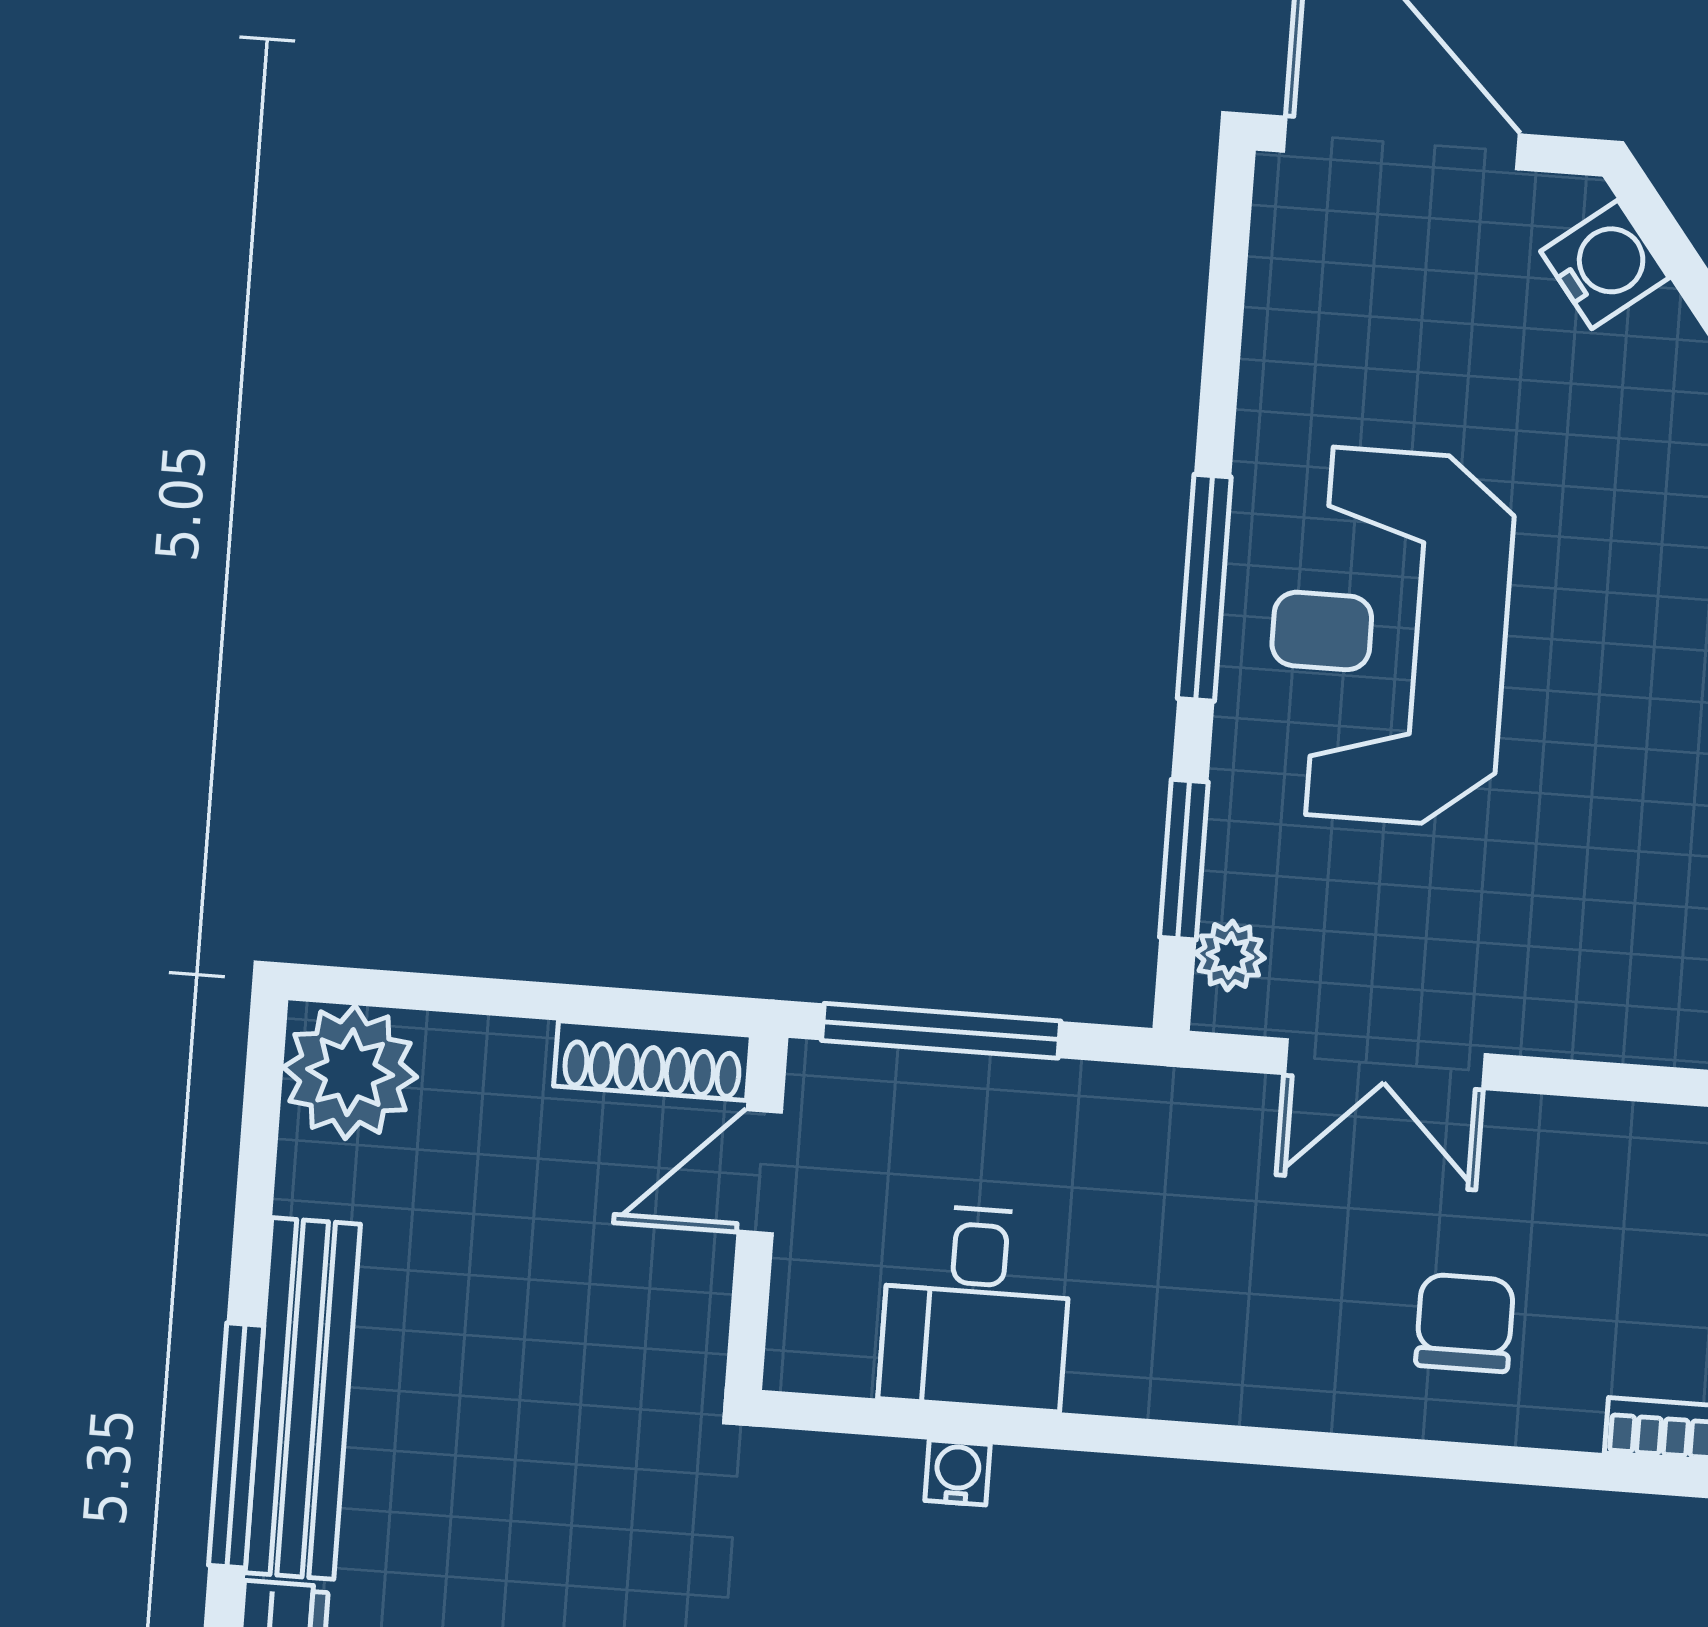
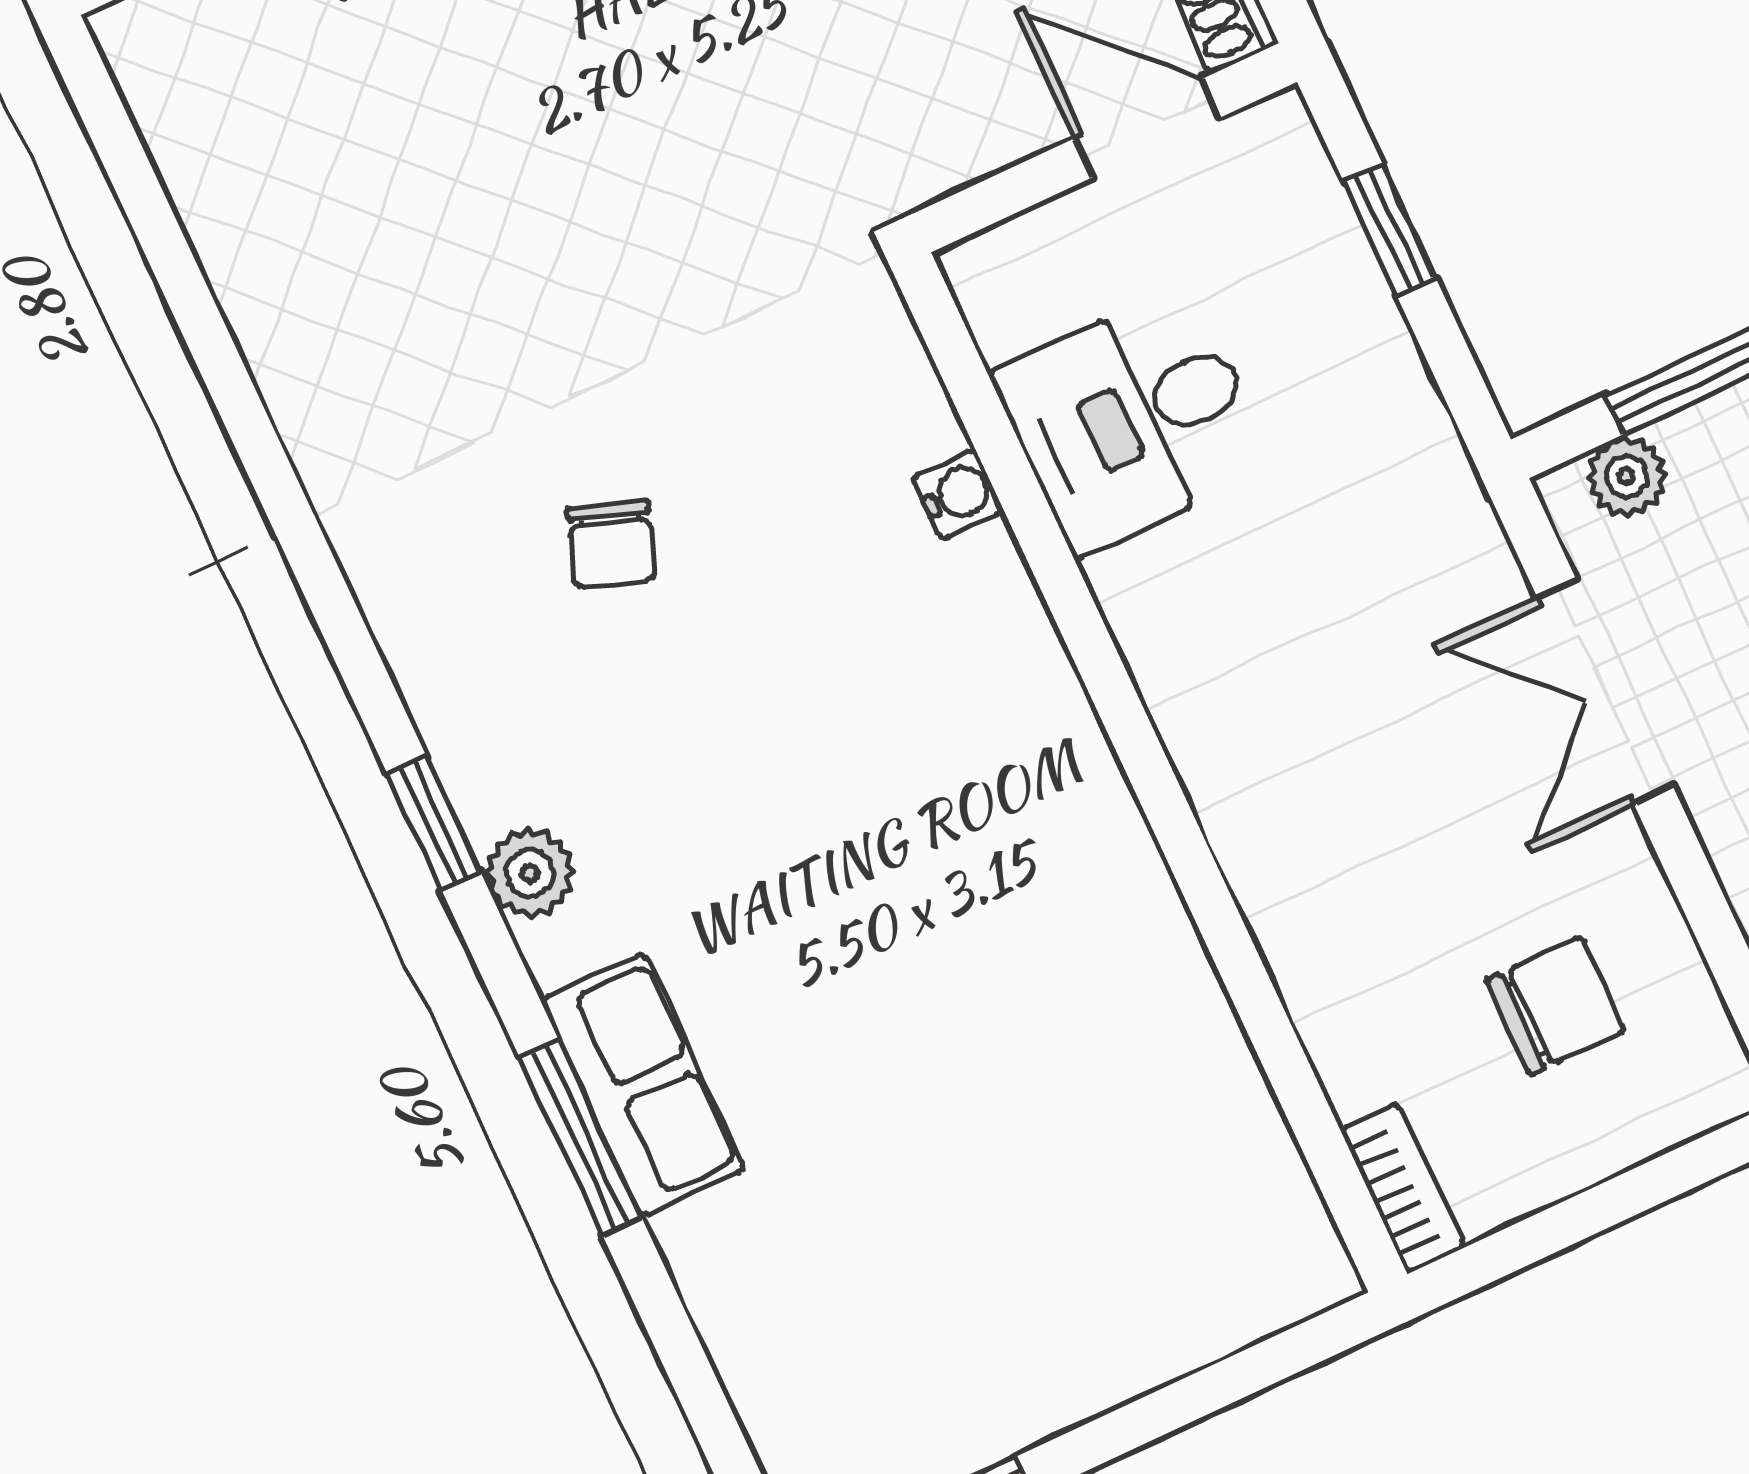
window: (941, 1031) -> (1390, 230), width x0.46
chair: (1465, 1323) -> (1556, 1006), moved

